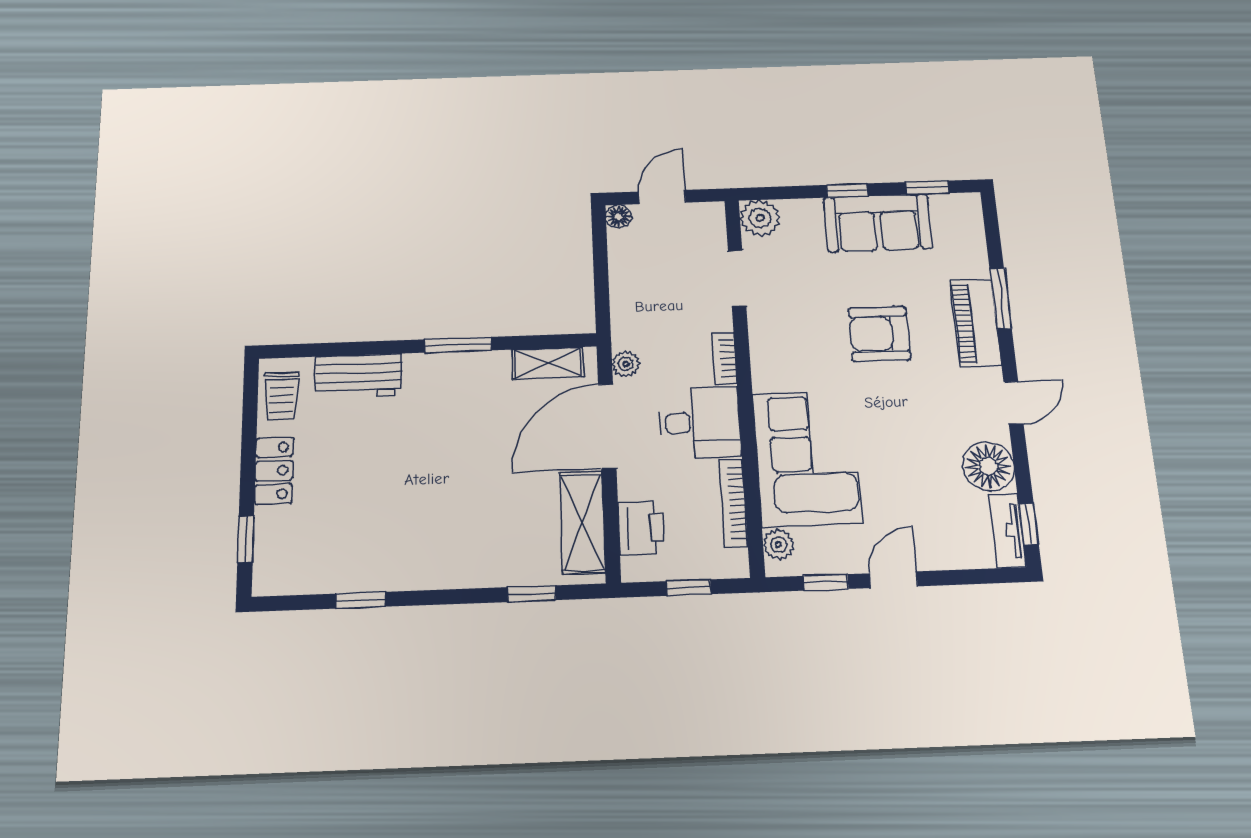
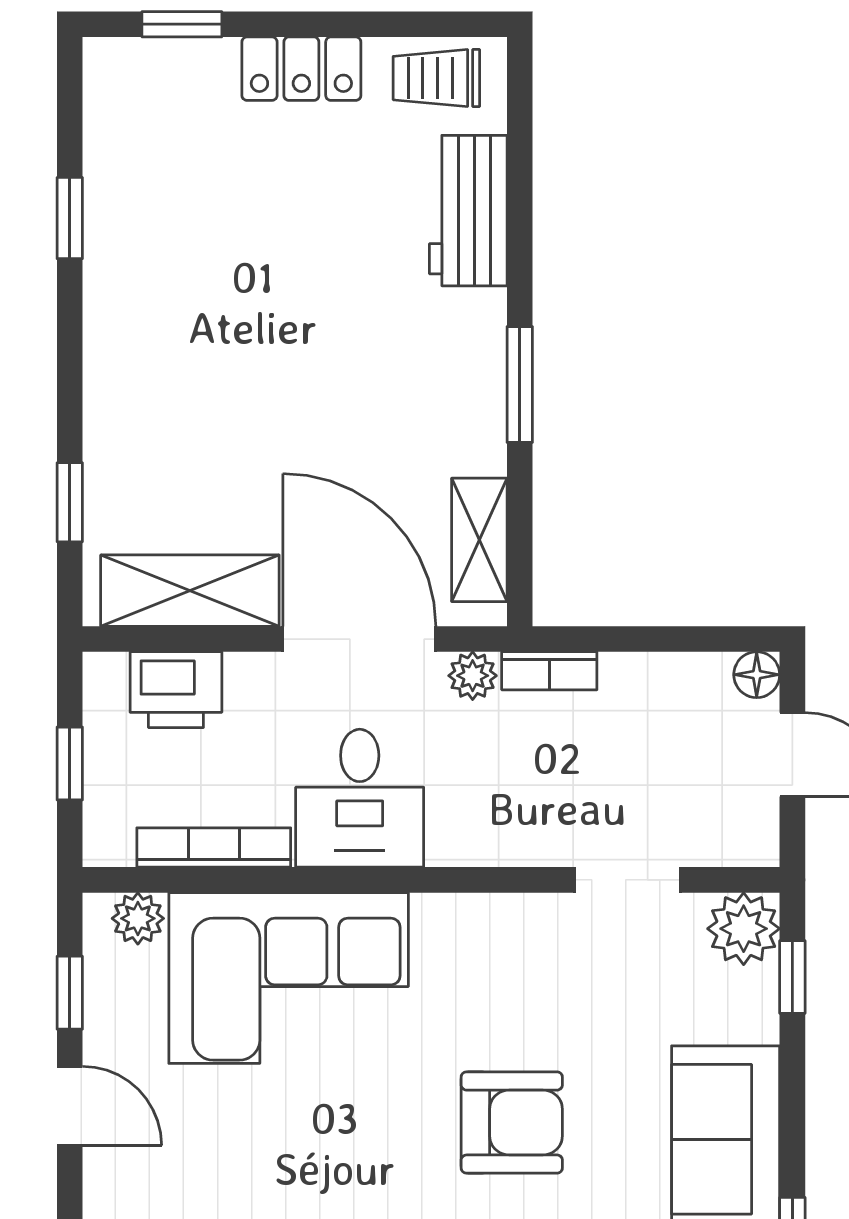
window: (847, 191) -> (792, 977), moved
armchair: (879, 334) -> (512, 1123), turned 90
bookcase: (724, 358) -> (549, 671), moved, turned 180

